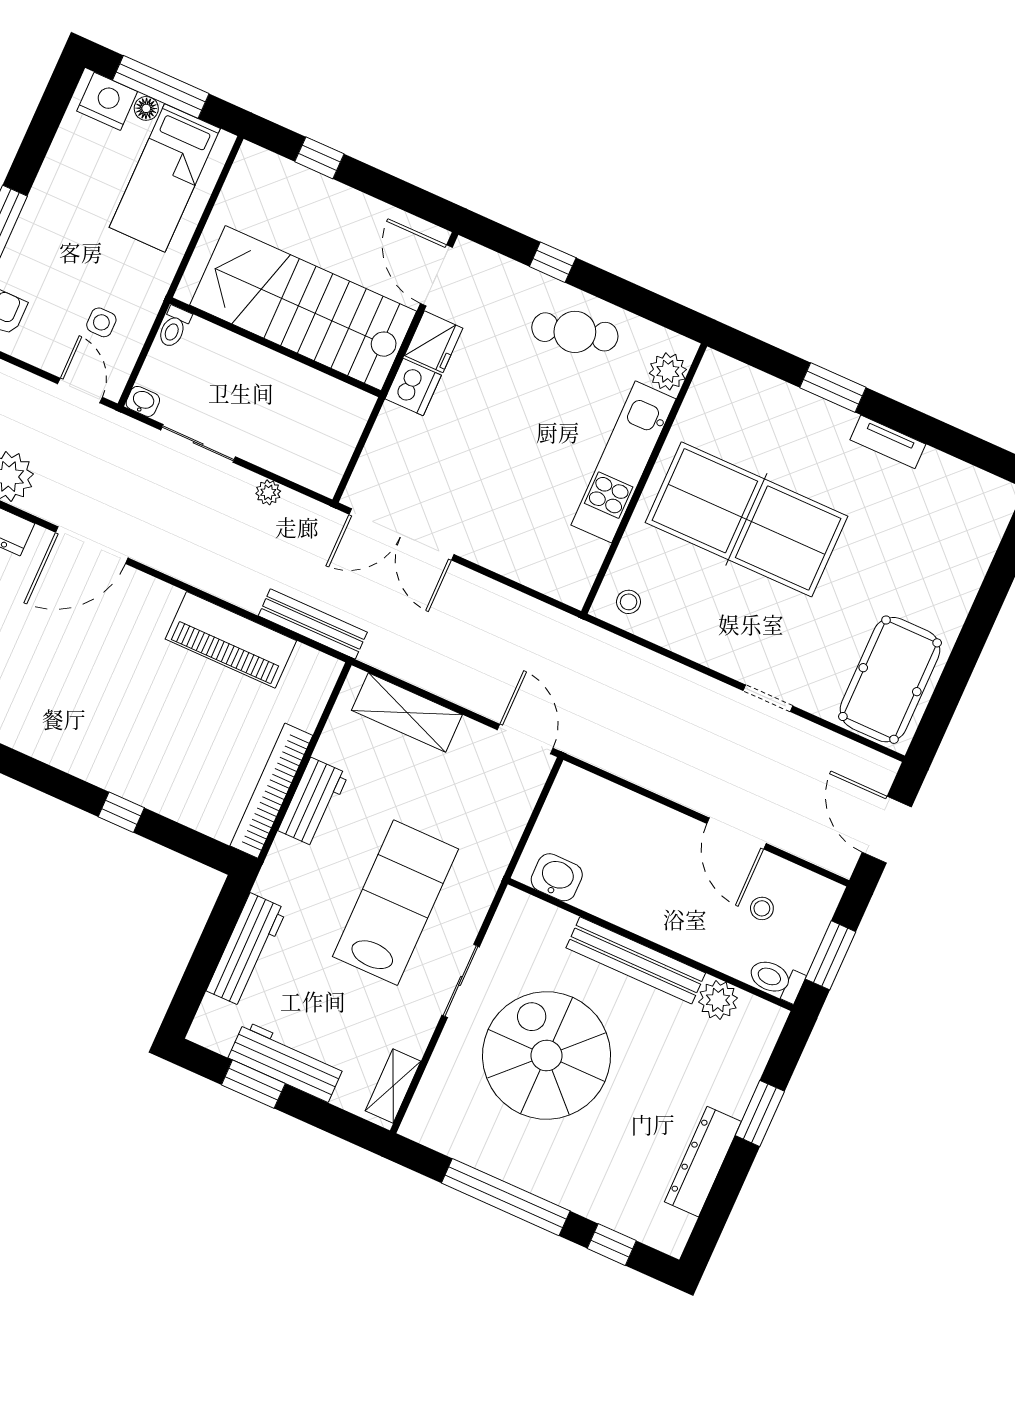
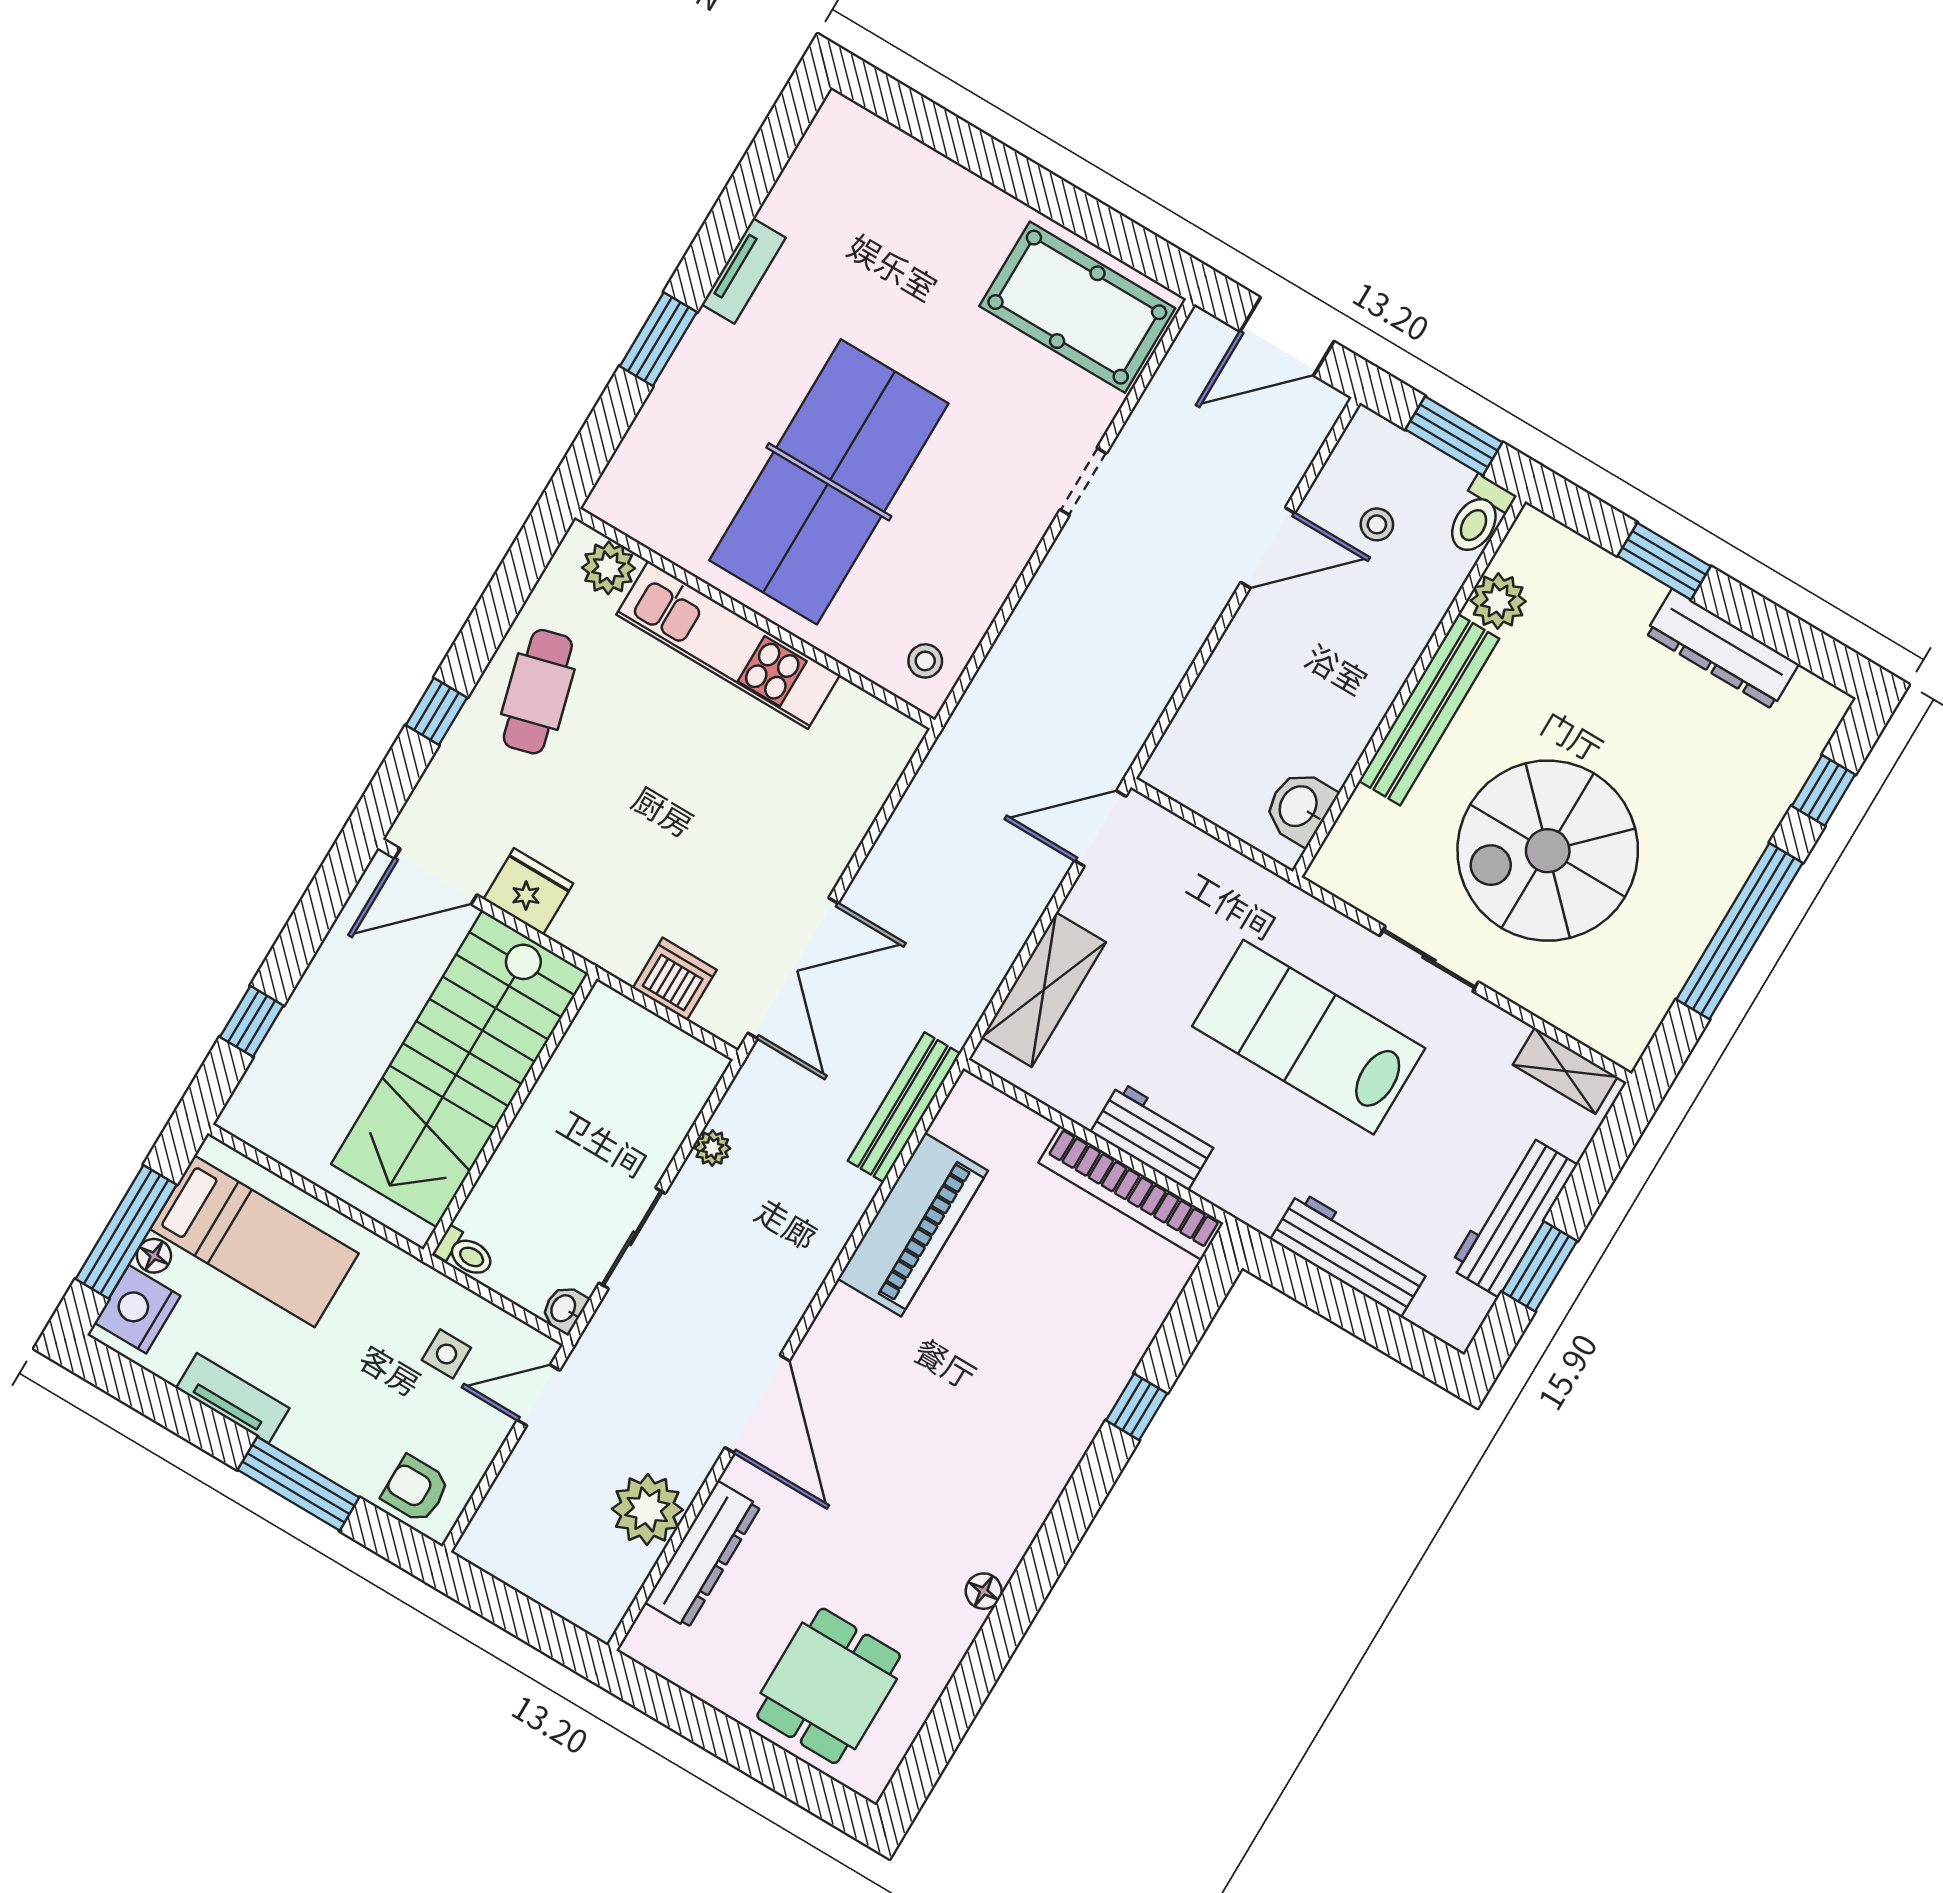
tv unit: (53, 176) -> (233, 1398), added
dishwasher: (413, 387) -> (675, 979), moved

